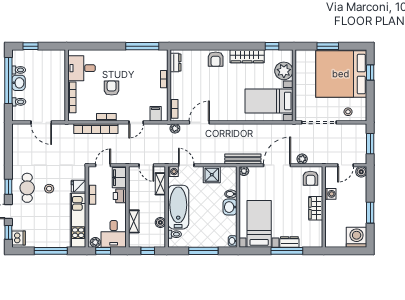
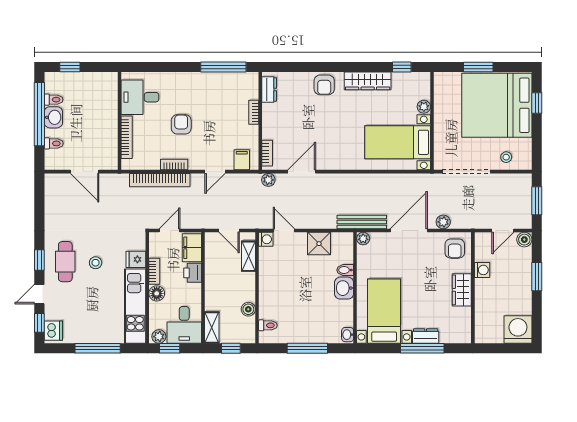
plant: (284, 71) -> (424, 107), width x0.53, depth x0.53
bathtub: (178, 207) -> (273, 288), removed
floor lamp: (94, 211) -> (157, 293), added
window: (370, 213) -> (537, 277), moved
shelving: (134, 221) -> (212, 327), moved

